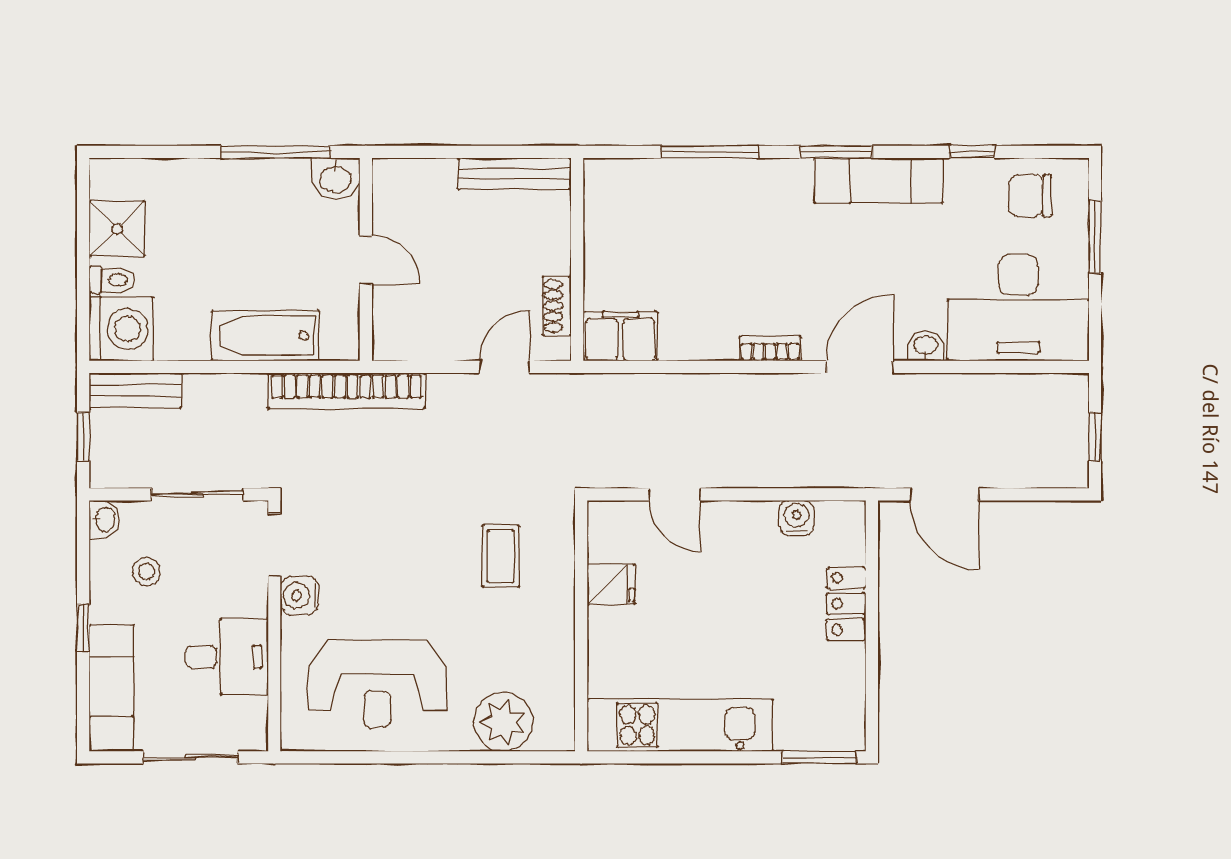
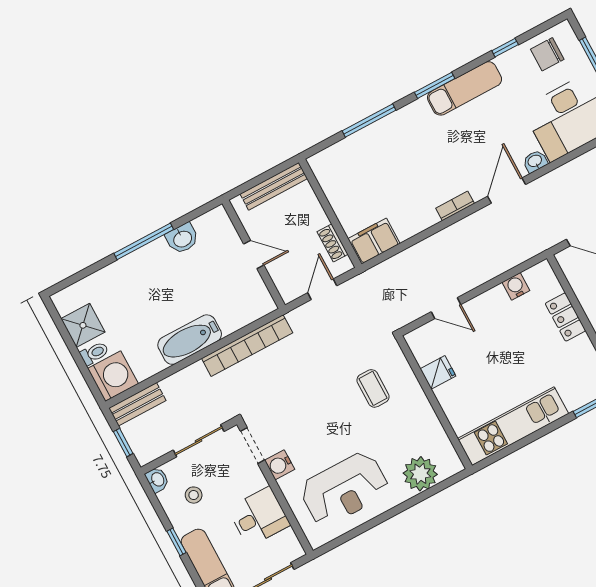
wall: (366, 259) -> (254, 254), moved
door: (366, 260) -> (254, 255), moved

